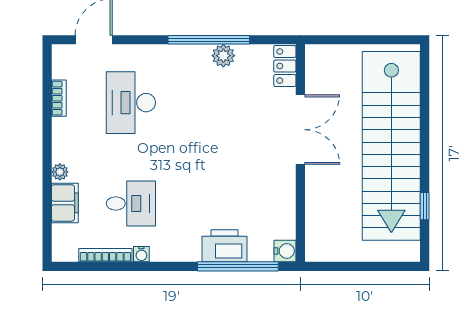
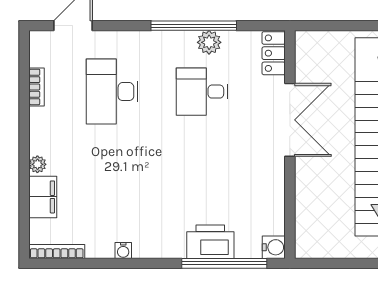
desk: (131, 203) -> (202, 92), moved, turned 180
bookcase: (105, 255) -> (57, 252), moved

